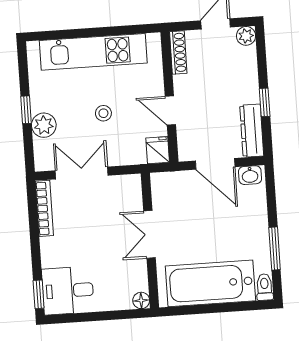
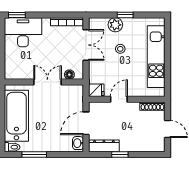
plant: (246, 36) -> (159, 146), removed
stool: (103, 113) -> (120, 49), moved
desk: (68, 291) -> (23, 32), width x1.37
floor lamp: (141, 300) -> (69, 75), moved

